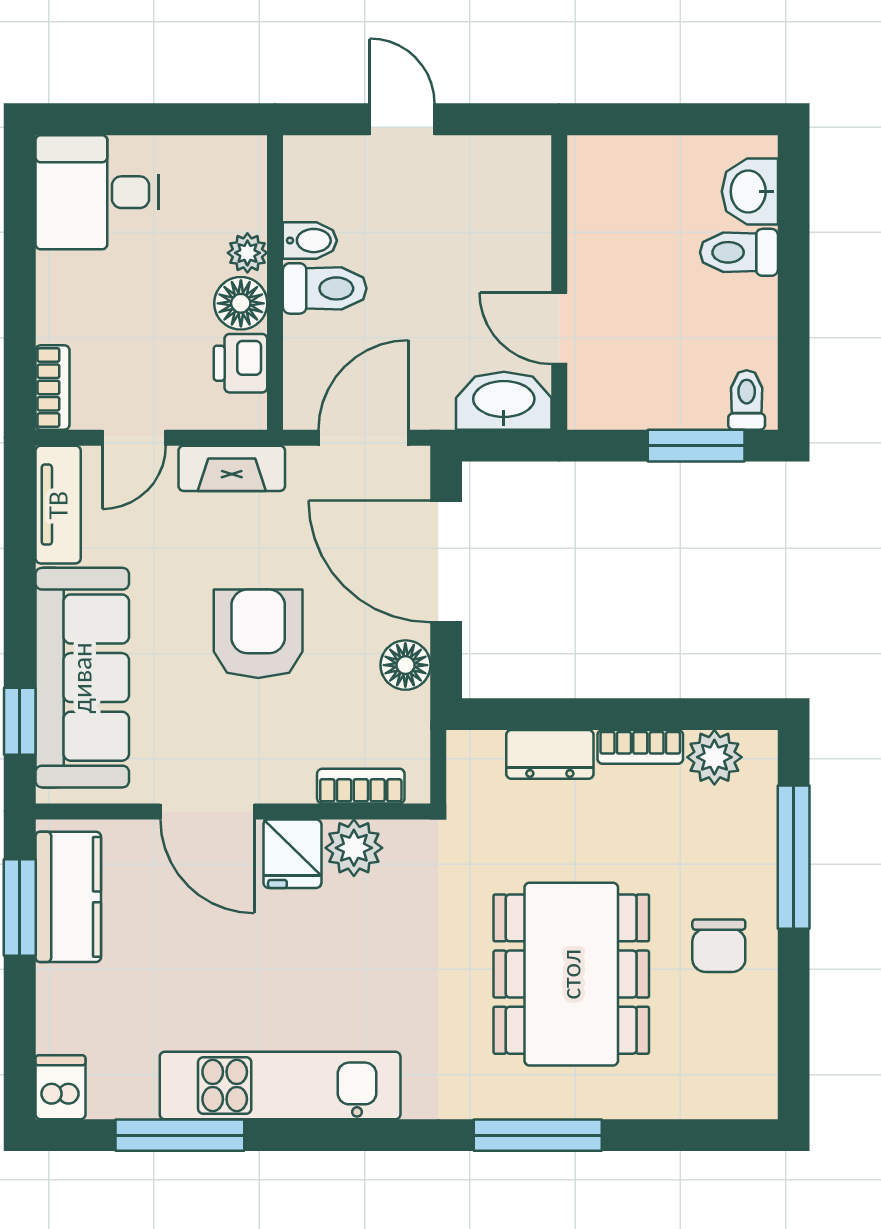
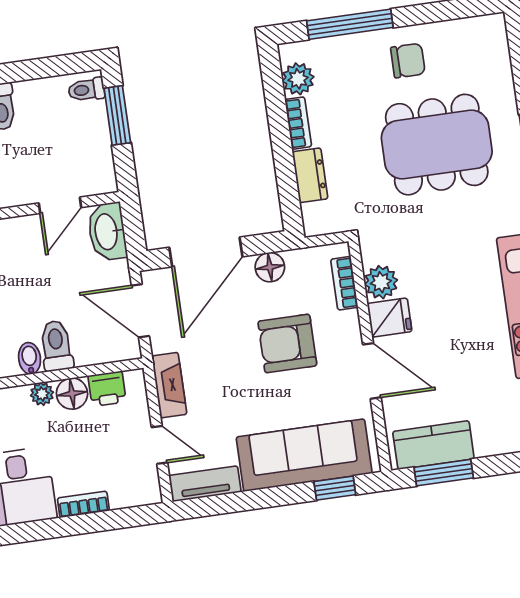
bookcase: (52, 388) -> (83, 504), moved
armchair: (258, 634) -> (287, 344), moved
door: (207, 811) -> (372, 371), hinge flipped

